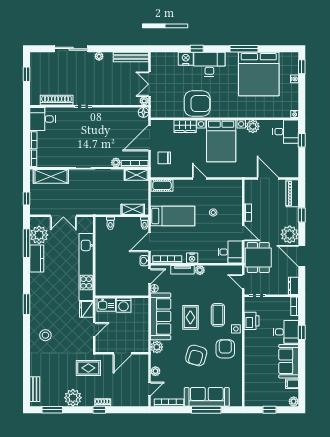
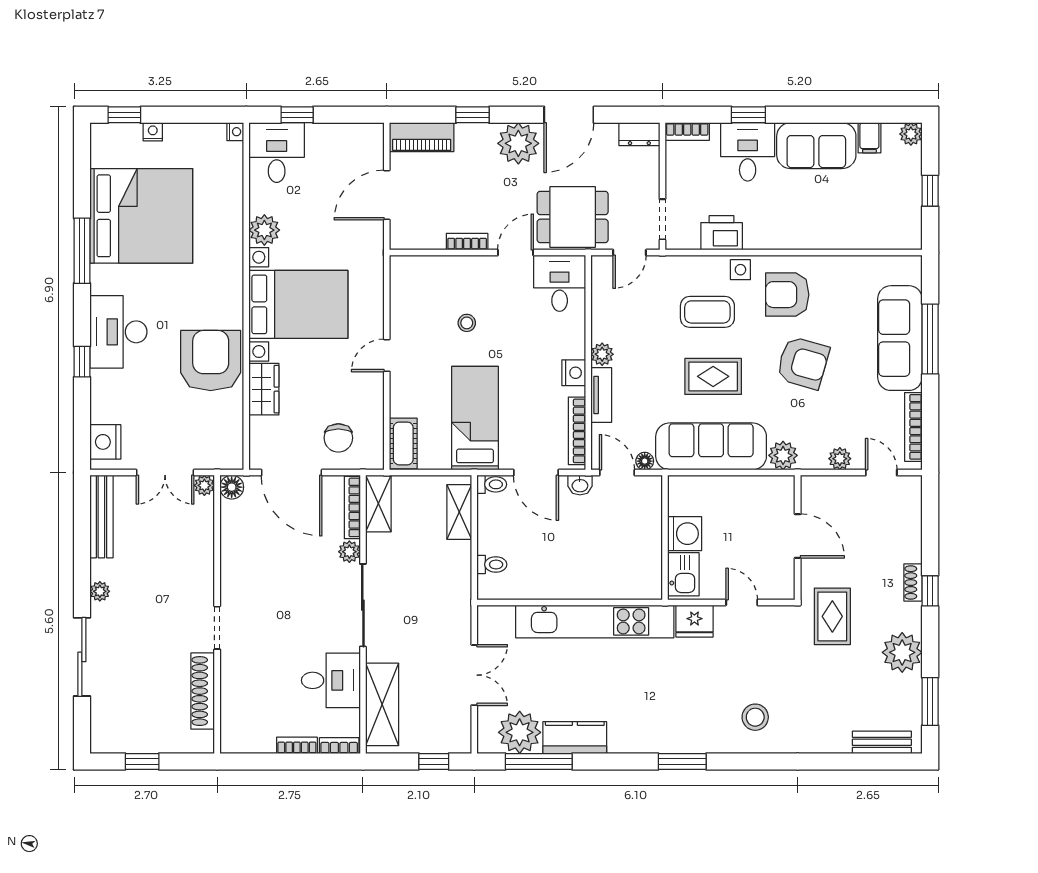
nightstand: (186, 59) -> (105, 442), moved
desk: (43, 119) -> (331, 680), moved, turned -90

